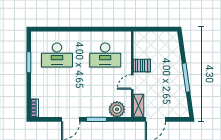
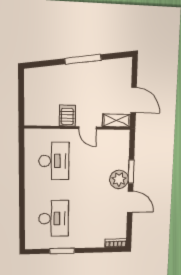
plant: (117, 109) -> (119, 179), moved

